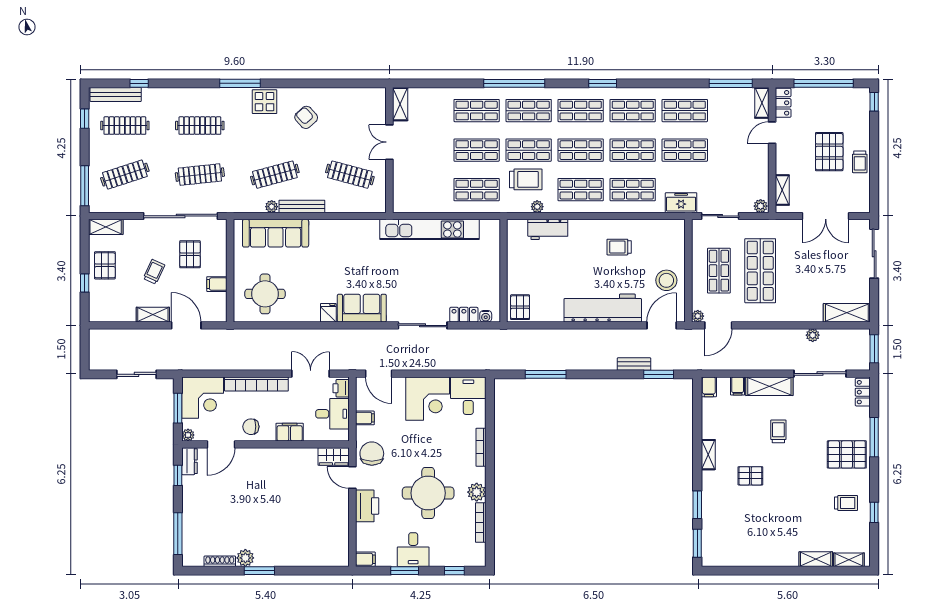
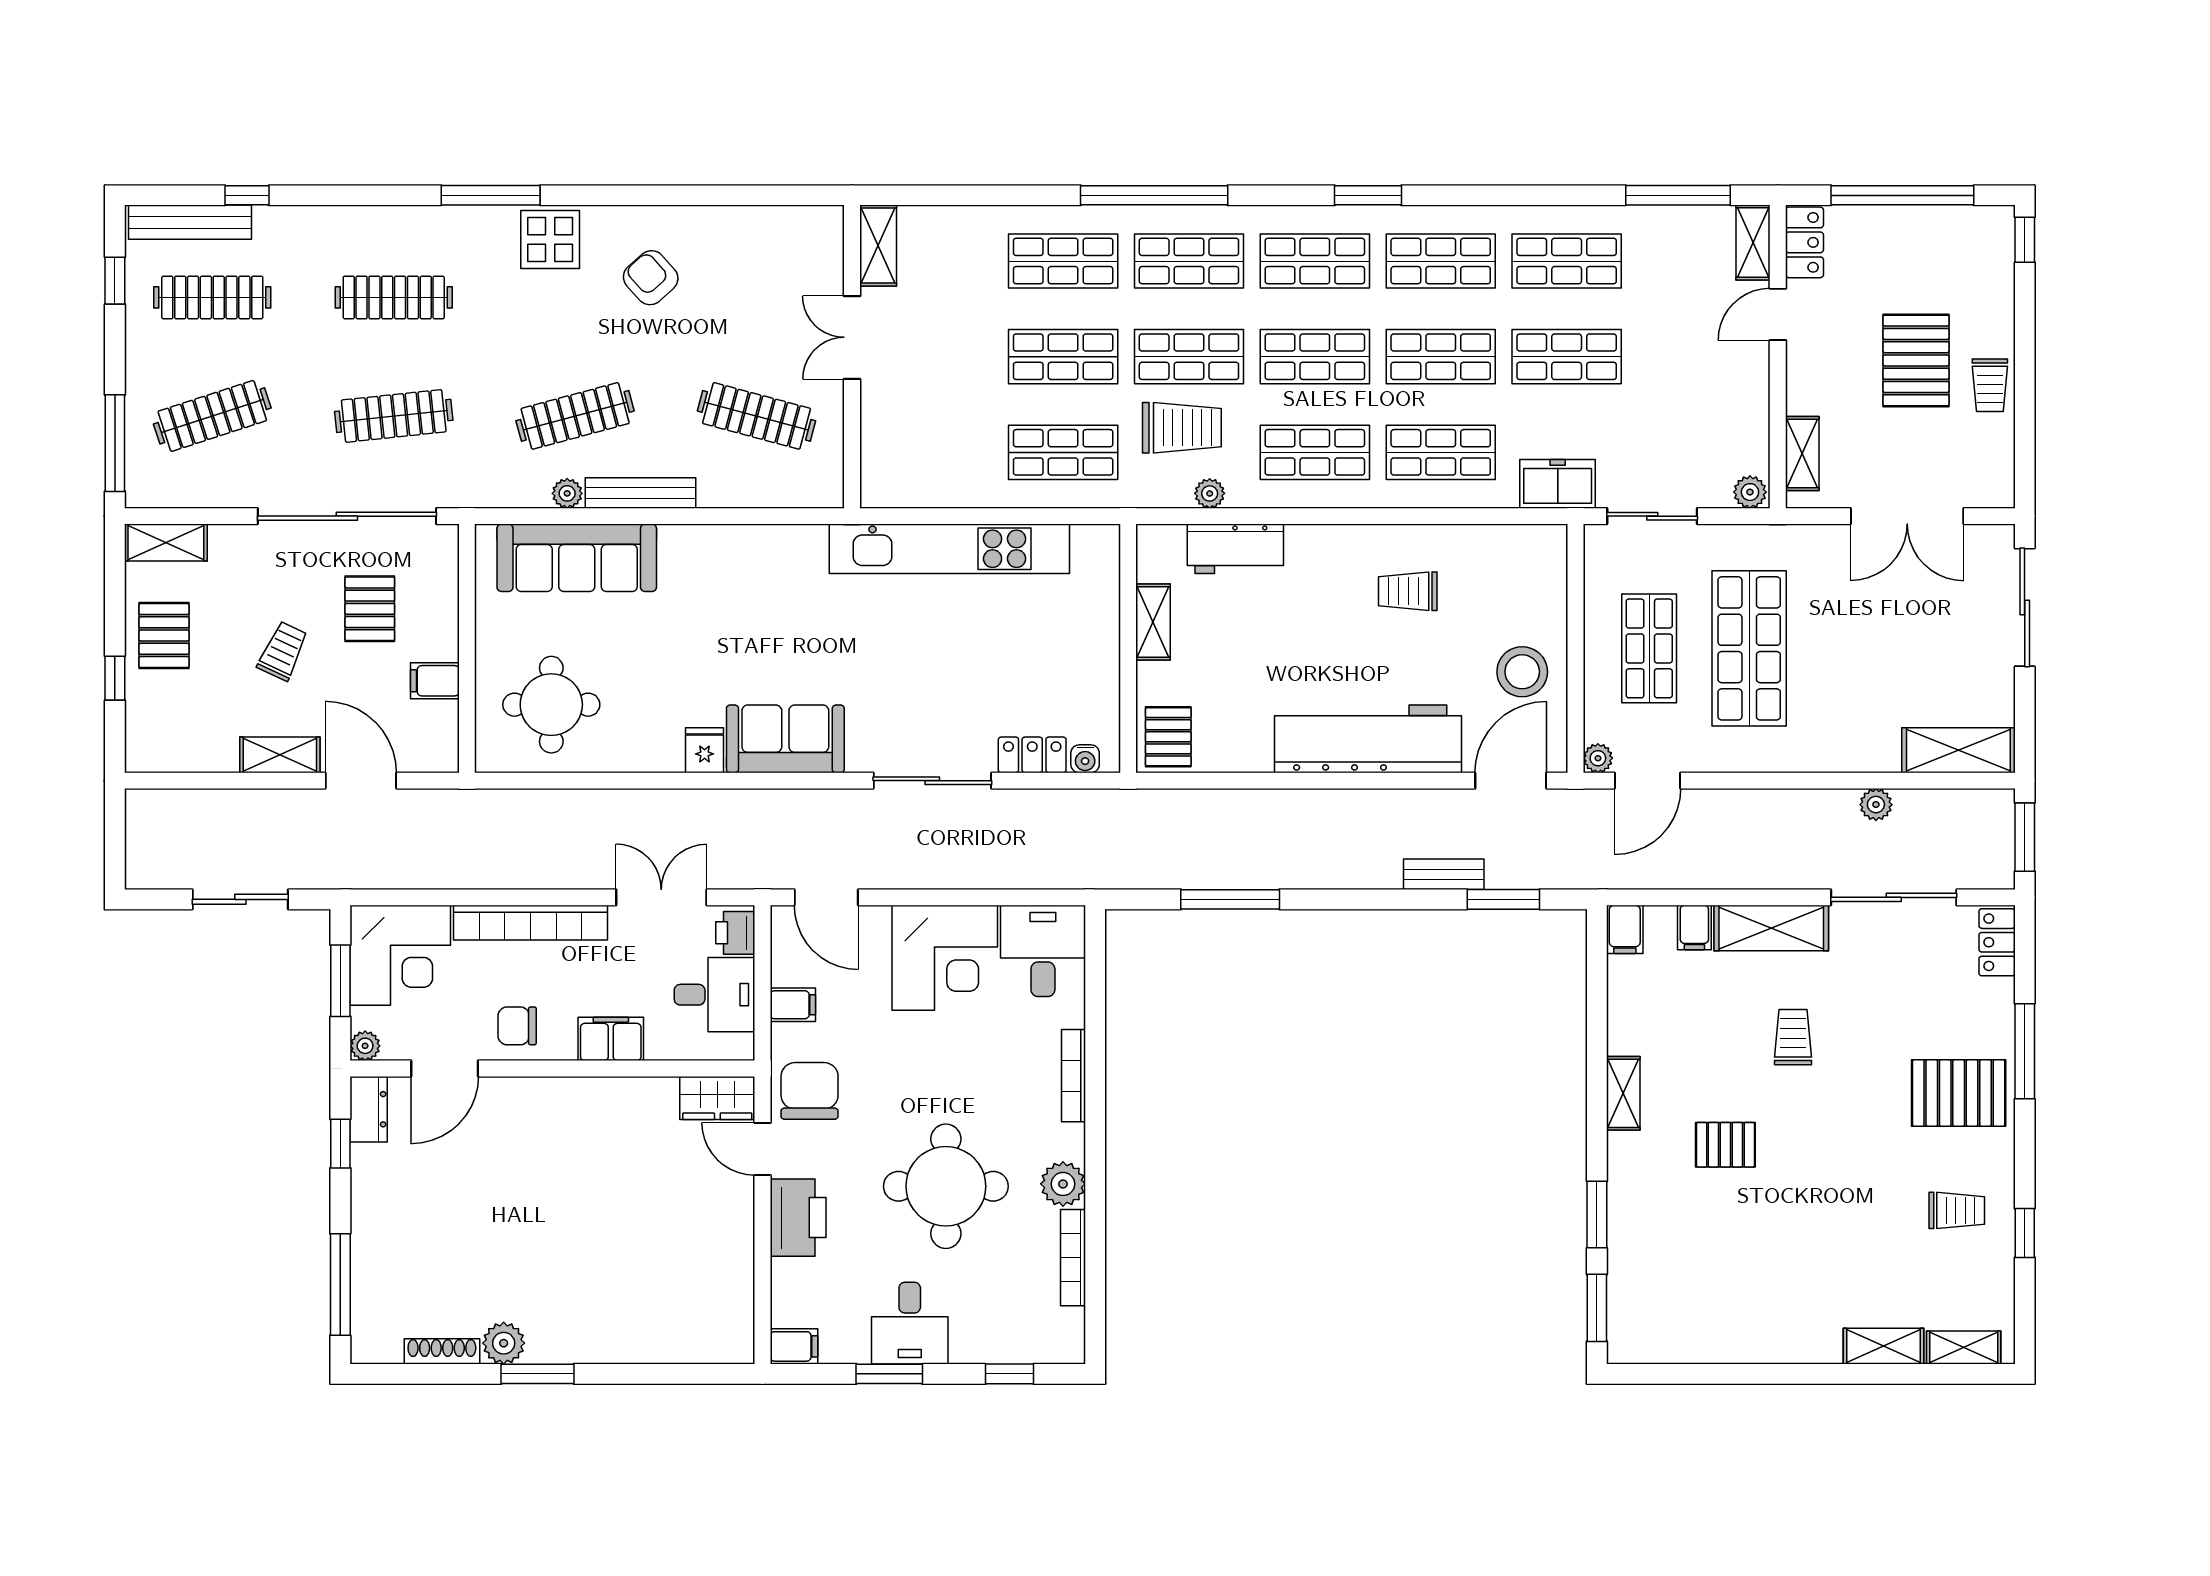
shelving: (514, 260) -> (1153, 622), added

